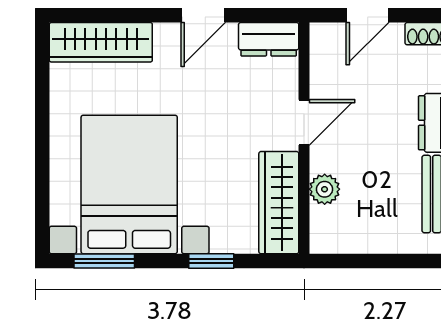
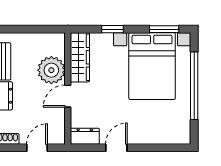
wardrobe: (101, 42) -> (166, 135), removed
window: (42, 144) -> (194, 86), added
plant: (325, 189) -> (51, 70), width x1.87, depth x1.87

